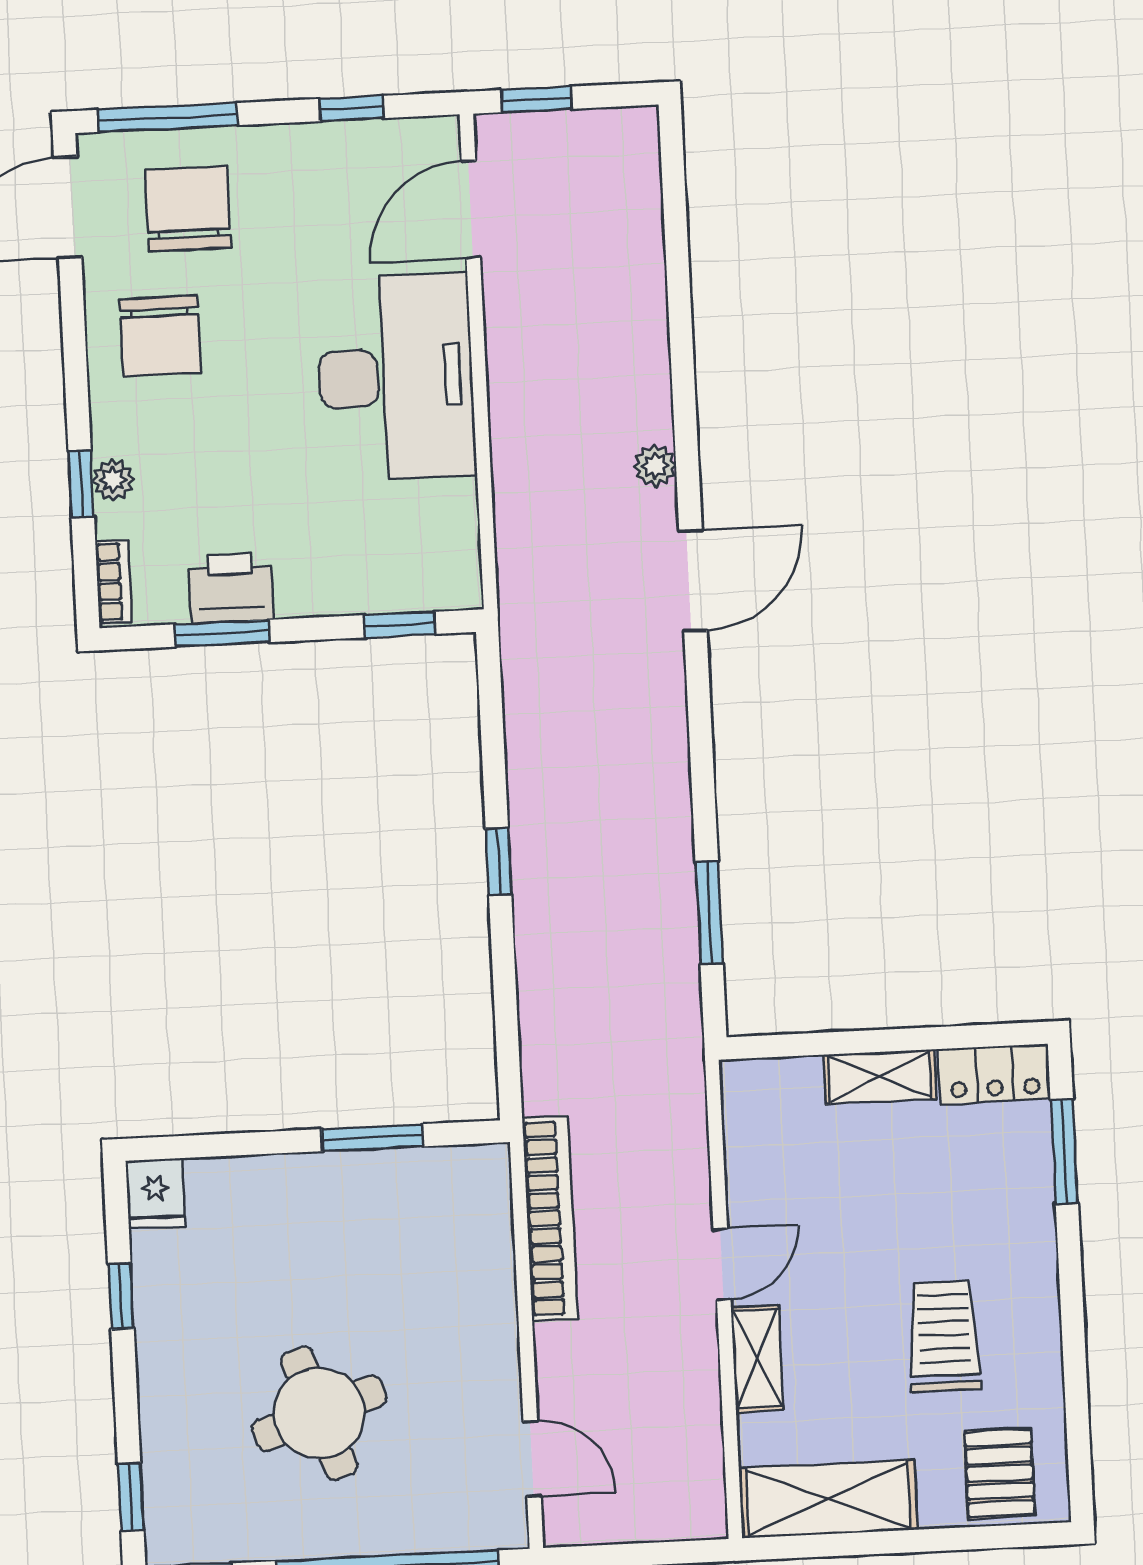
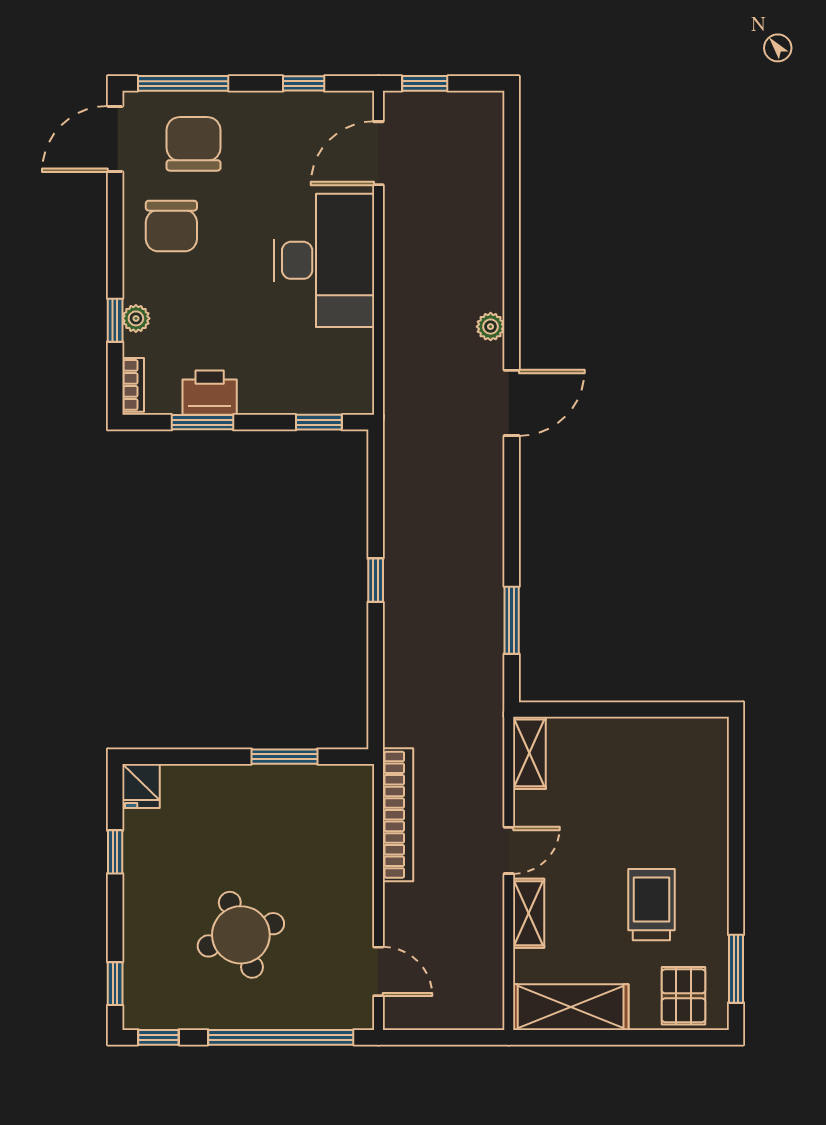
locker: (995, 1074) -> (693, 735), removed
shelving: (880, 1077) -> (529, 753), moved, turned 90
window: (1064, 1152) -> (736, 969), moved

